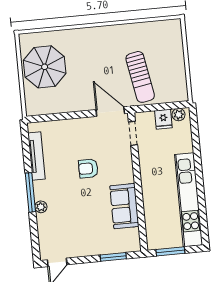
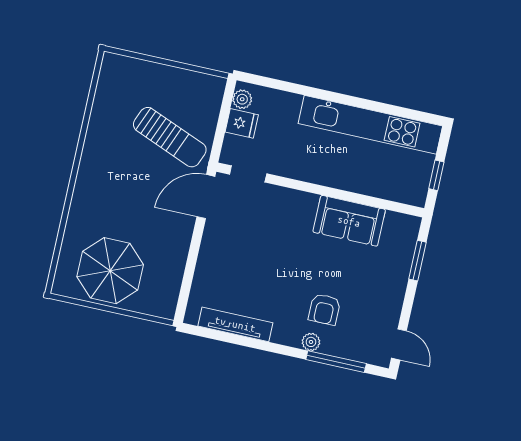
sun lounger: (140, 77) -> (170, 137), turned 32
armchair: (88, 168) -> (324, 309), moved
window: (30, 192) -> (336, 362), moved
window: (170, 251) -> (436, 175), width x0.67

